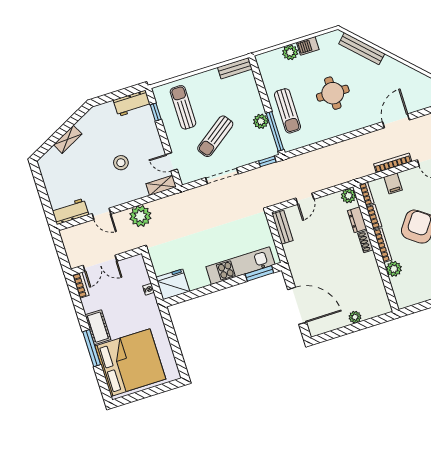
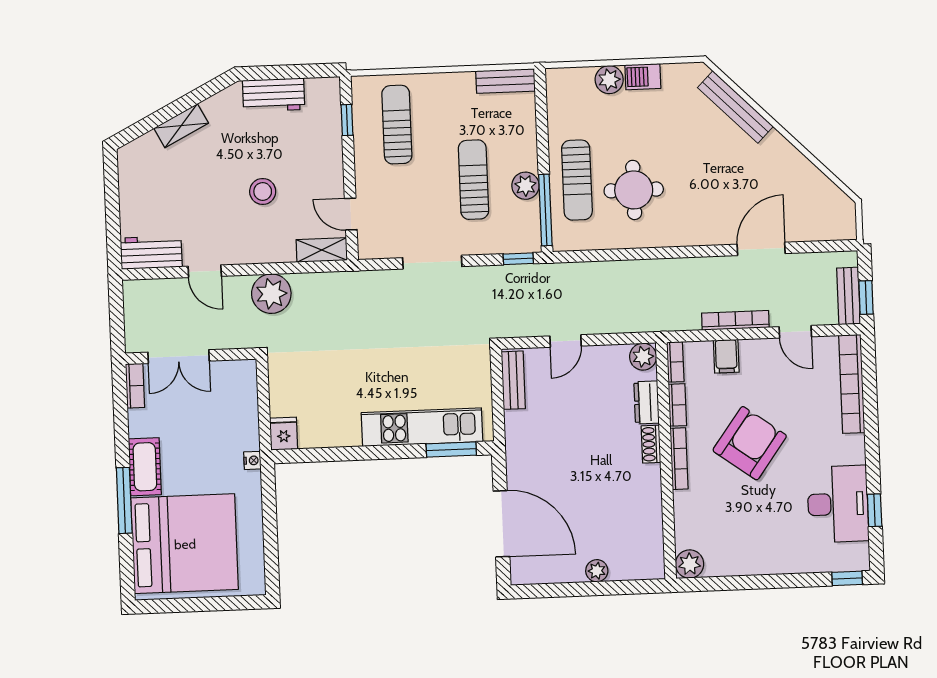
round table: (333, 93) -> (634, 190), moved
workbench: (132, 103) -> (274, 95), moved
sun lounger: (215, 136) -> (473, 180), moved, turned 126
plant: (394, 269) -> (690, 564), moved
fridge: (173, 284) -> (284, 434), width x0.53, depth x0.75
nightstand: (149, 289) -> (252, 460), moved

